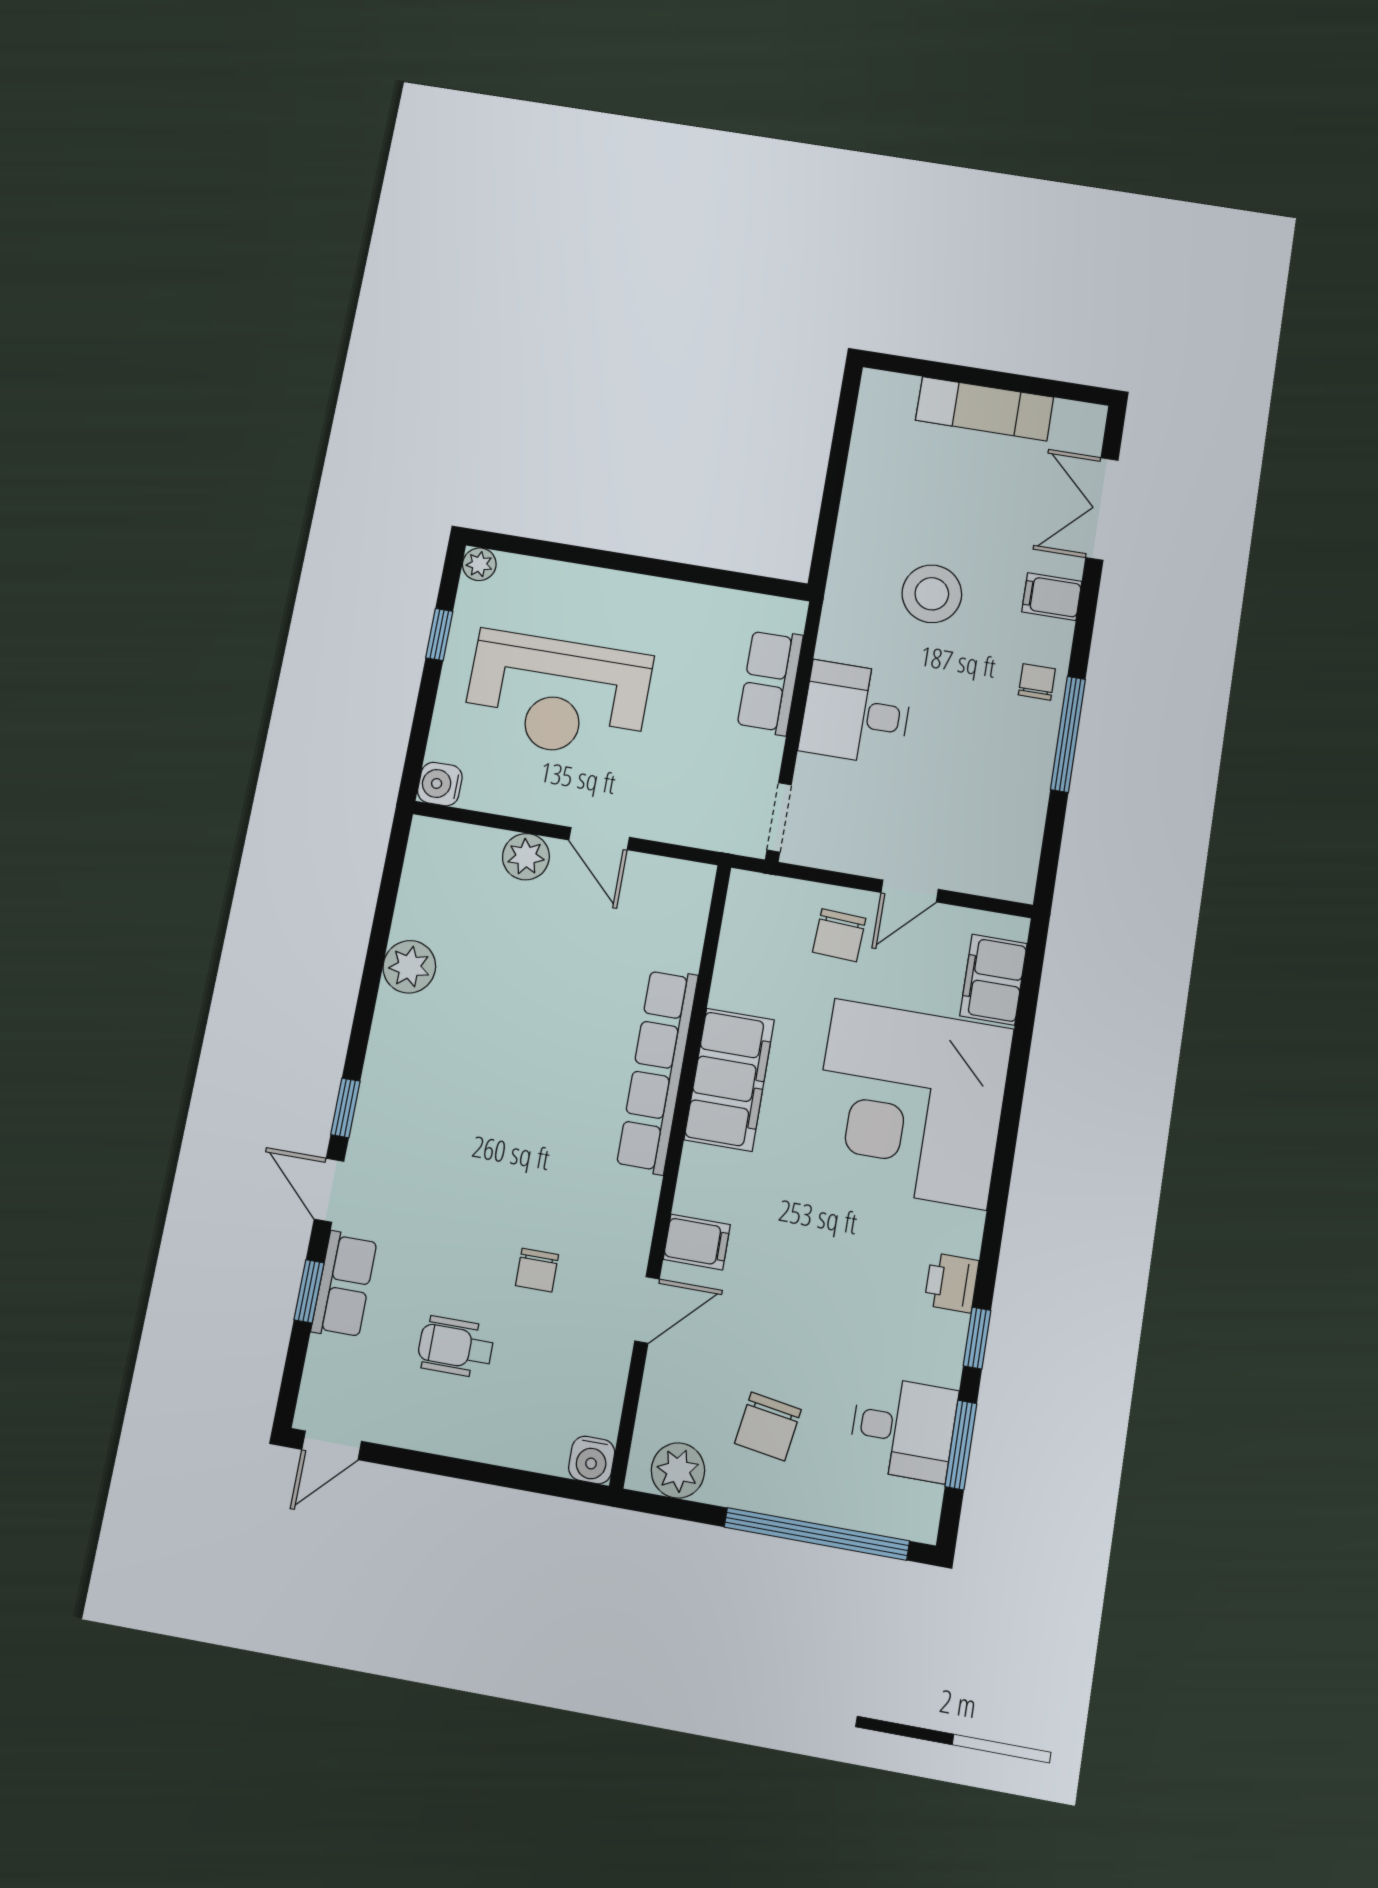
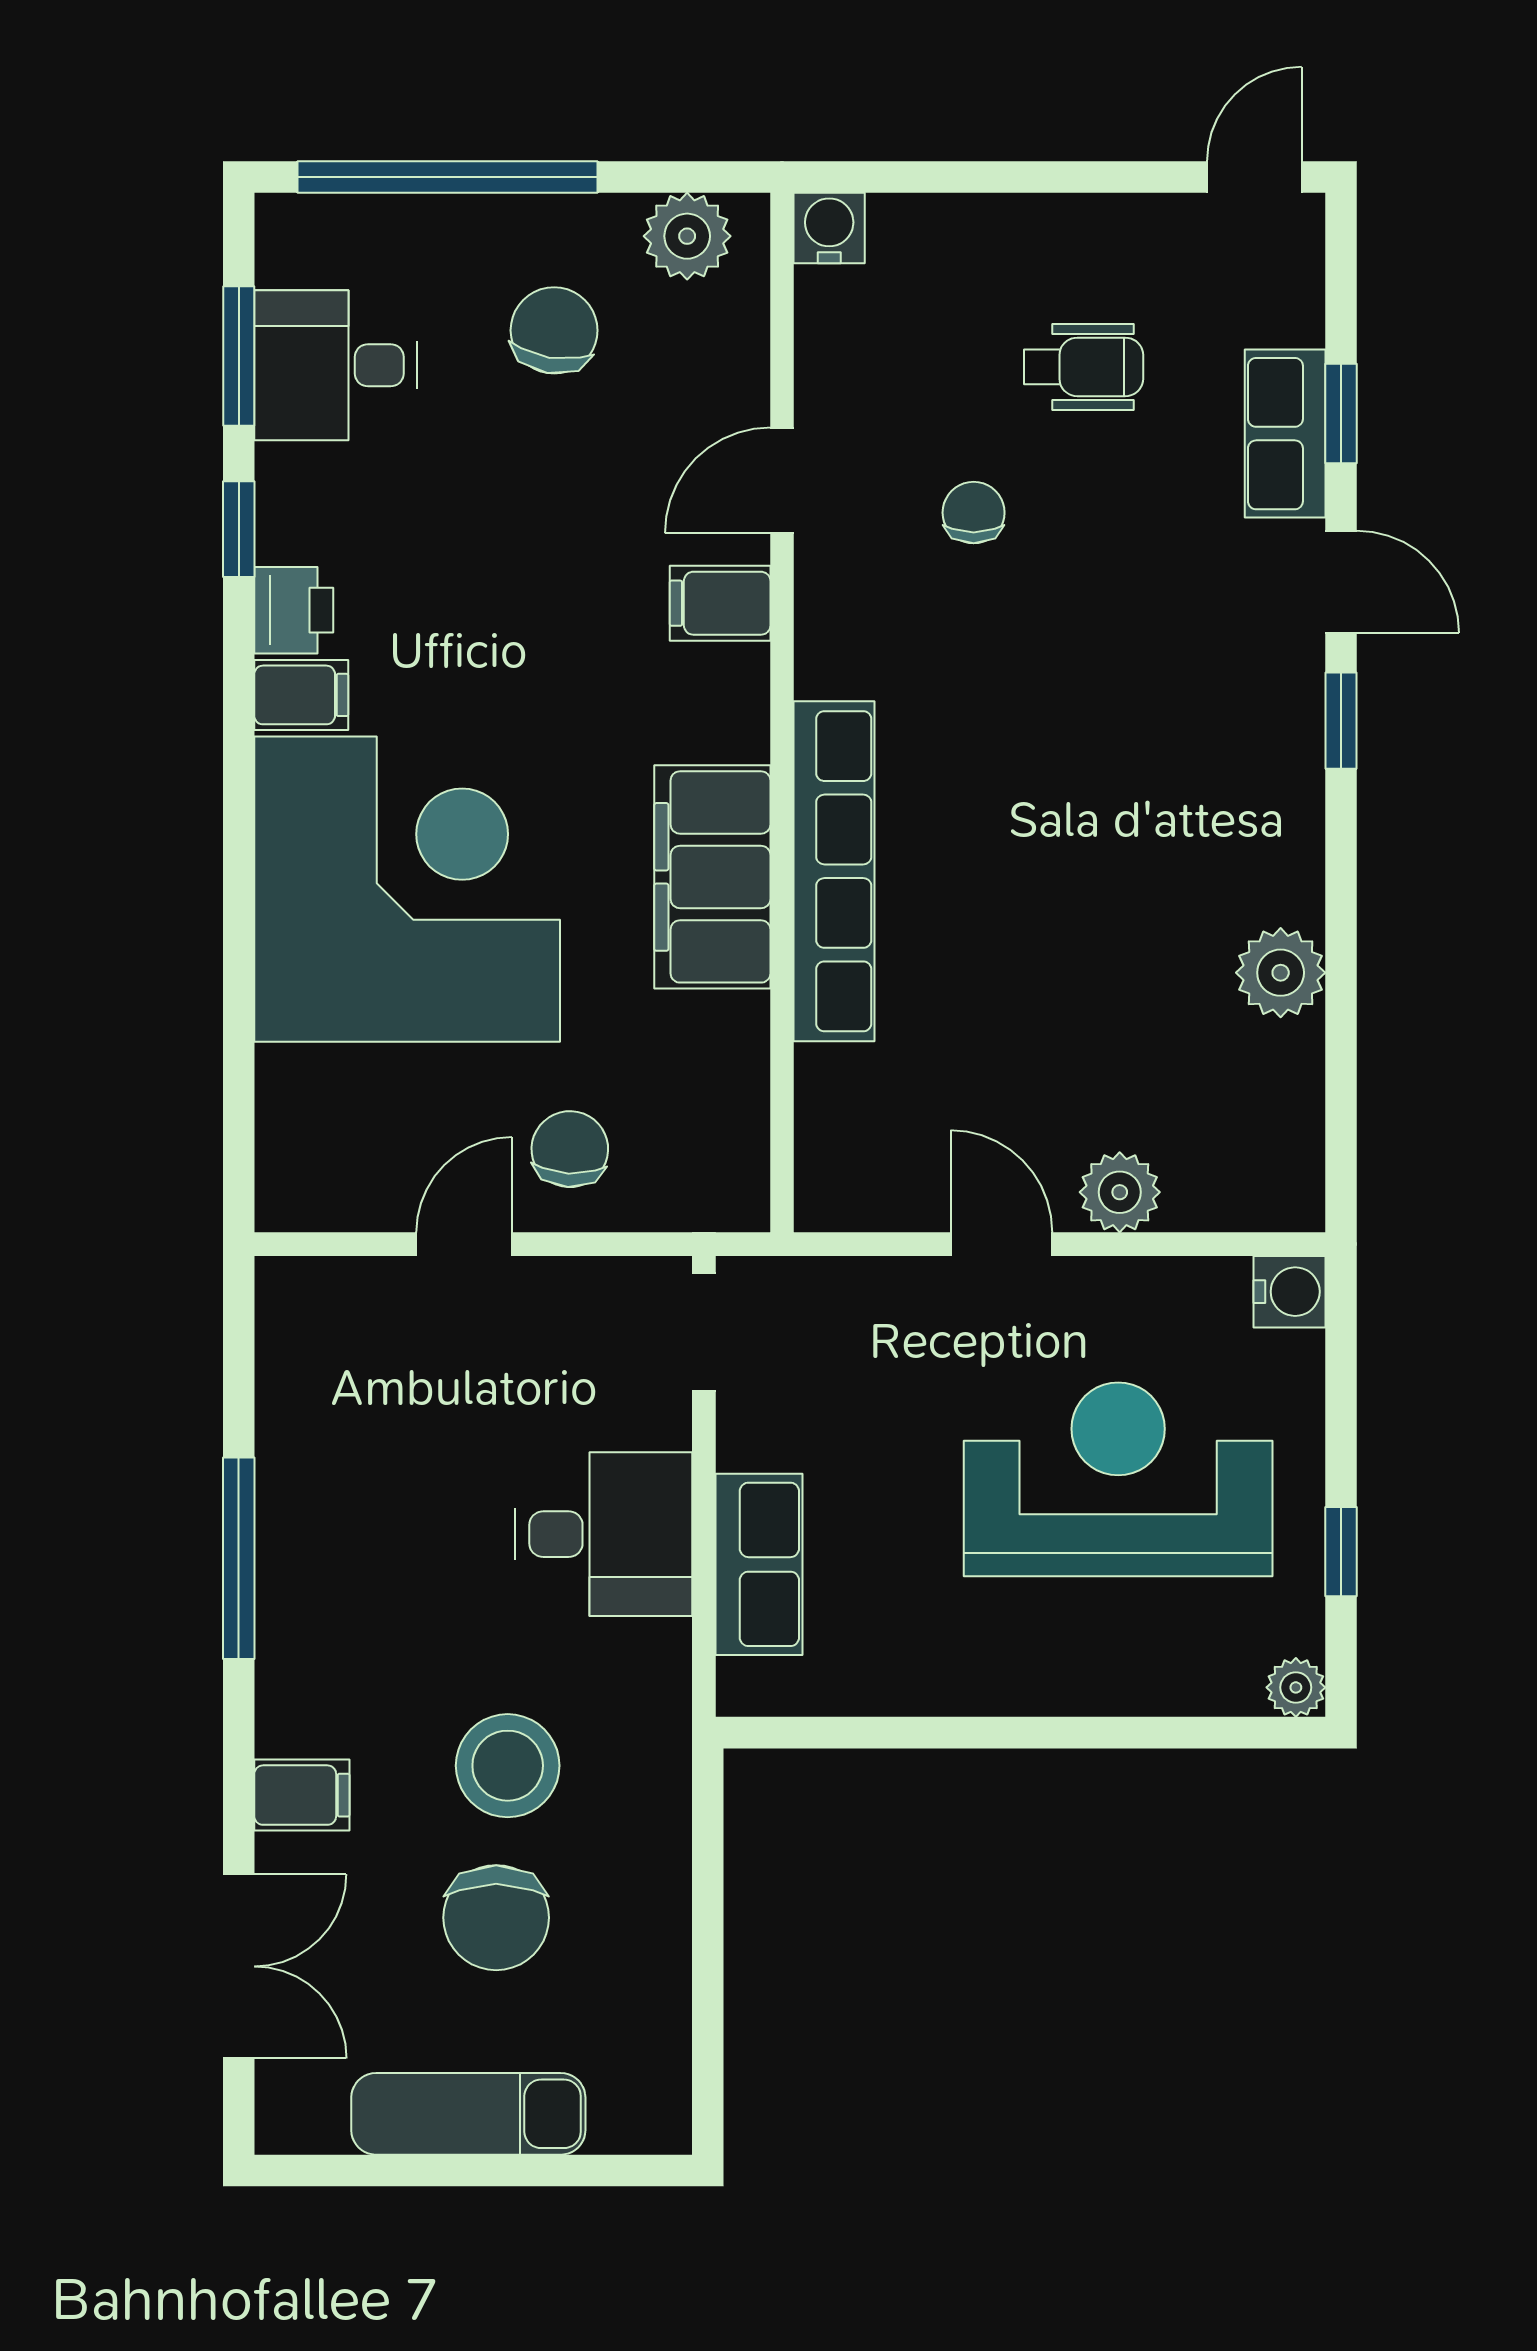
chair: (1037, 682) -> (496, 1918), moved, width x1.87, depth x1.87
filing cabinet: (993, 980) -> (301, 695), moved, width x0.50

